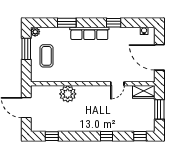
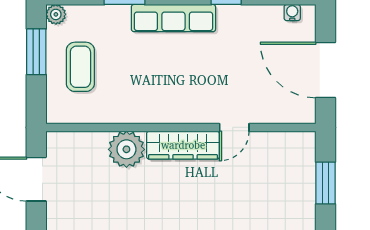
wardrobe: (144, 92) -> (183, 145), moved, width x1.50

